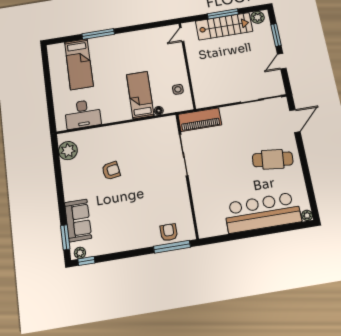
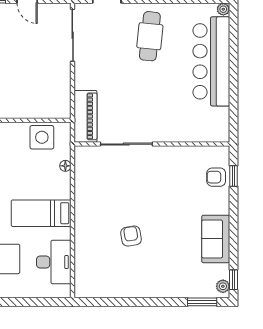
side table: (178, 89) -> (42, 137), width x1.87, depth x1.87
bed: (140, 95) -> (41, 213), moved
plant: (68, 151) -> (97, 286), removed
sofa: (78, 220) -> (216, 239), moved, turned -90
window: (172, 247) -> (234, 176), width x0.46

